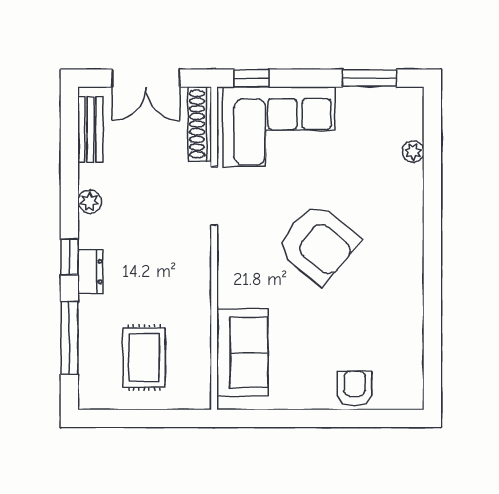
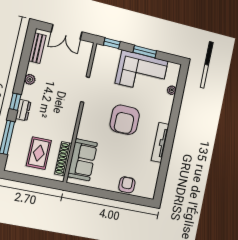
window: (370, 78) -> (145, 52), moved
shoe rack: (200, 124) -> (63, 159), moved
corner sofa: (279, 127) -> (142, 72), moved
armchair: (318, 243) -> (125, 120), turned 50
tv unit: (412, 277) -> (160, 142), added

